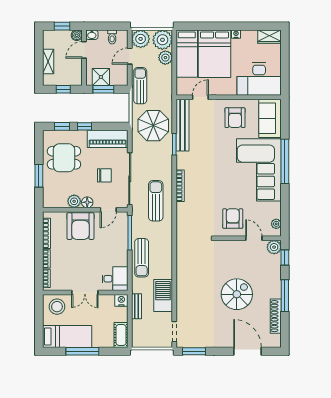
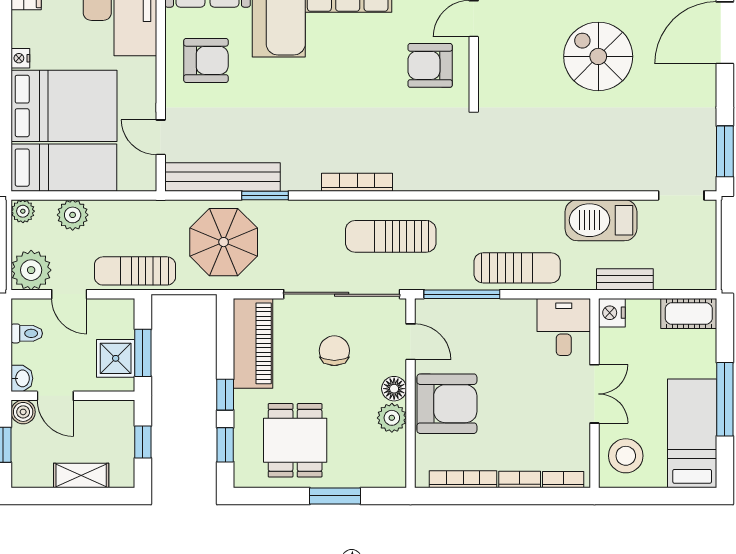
plant: (162, 40) -> (23, 211), width x0.53, depth x0.53

